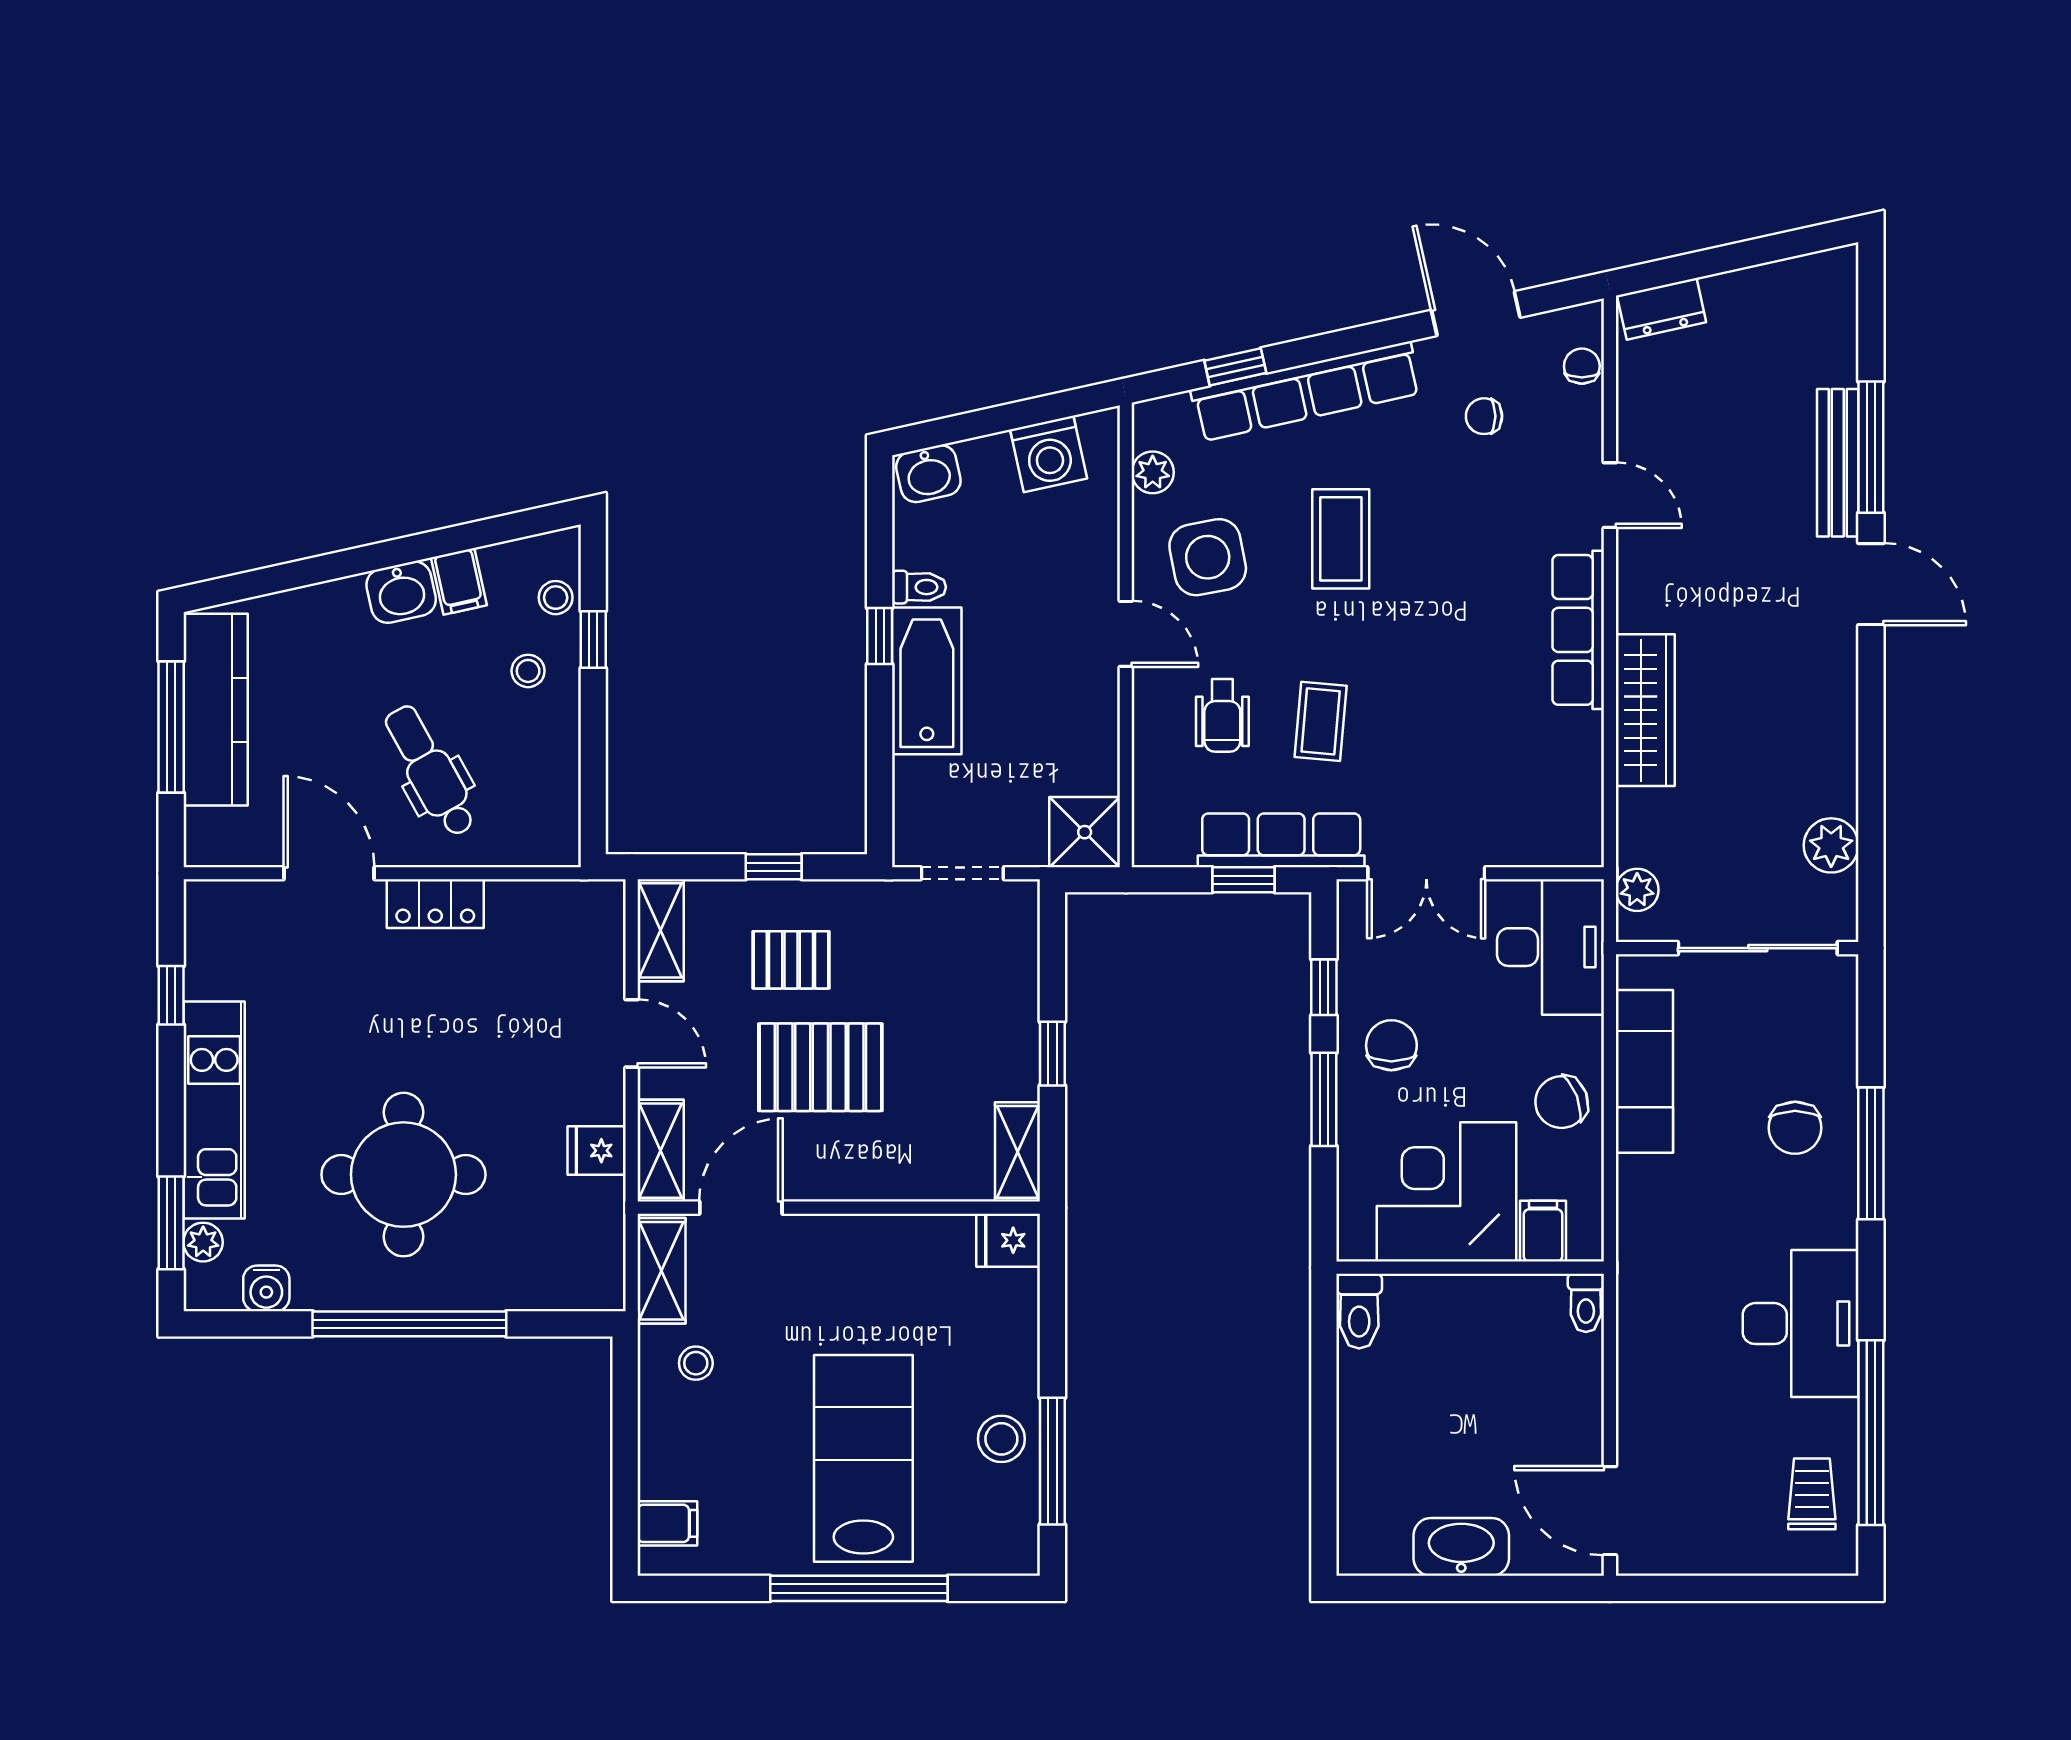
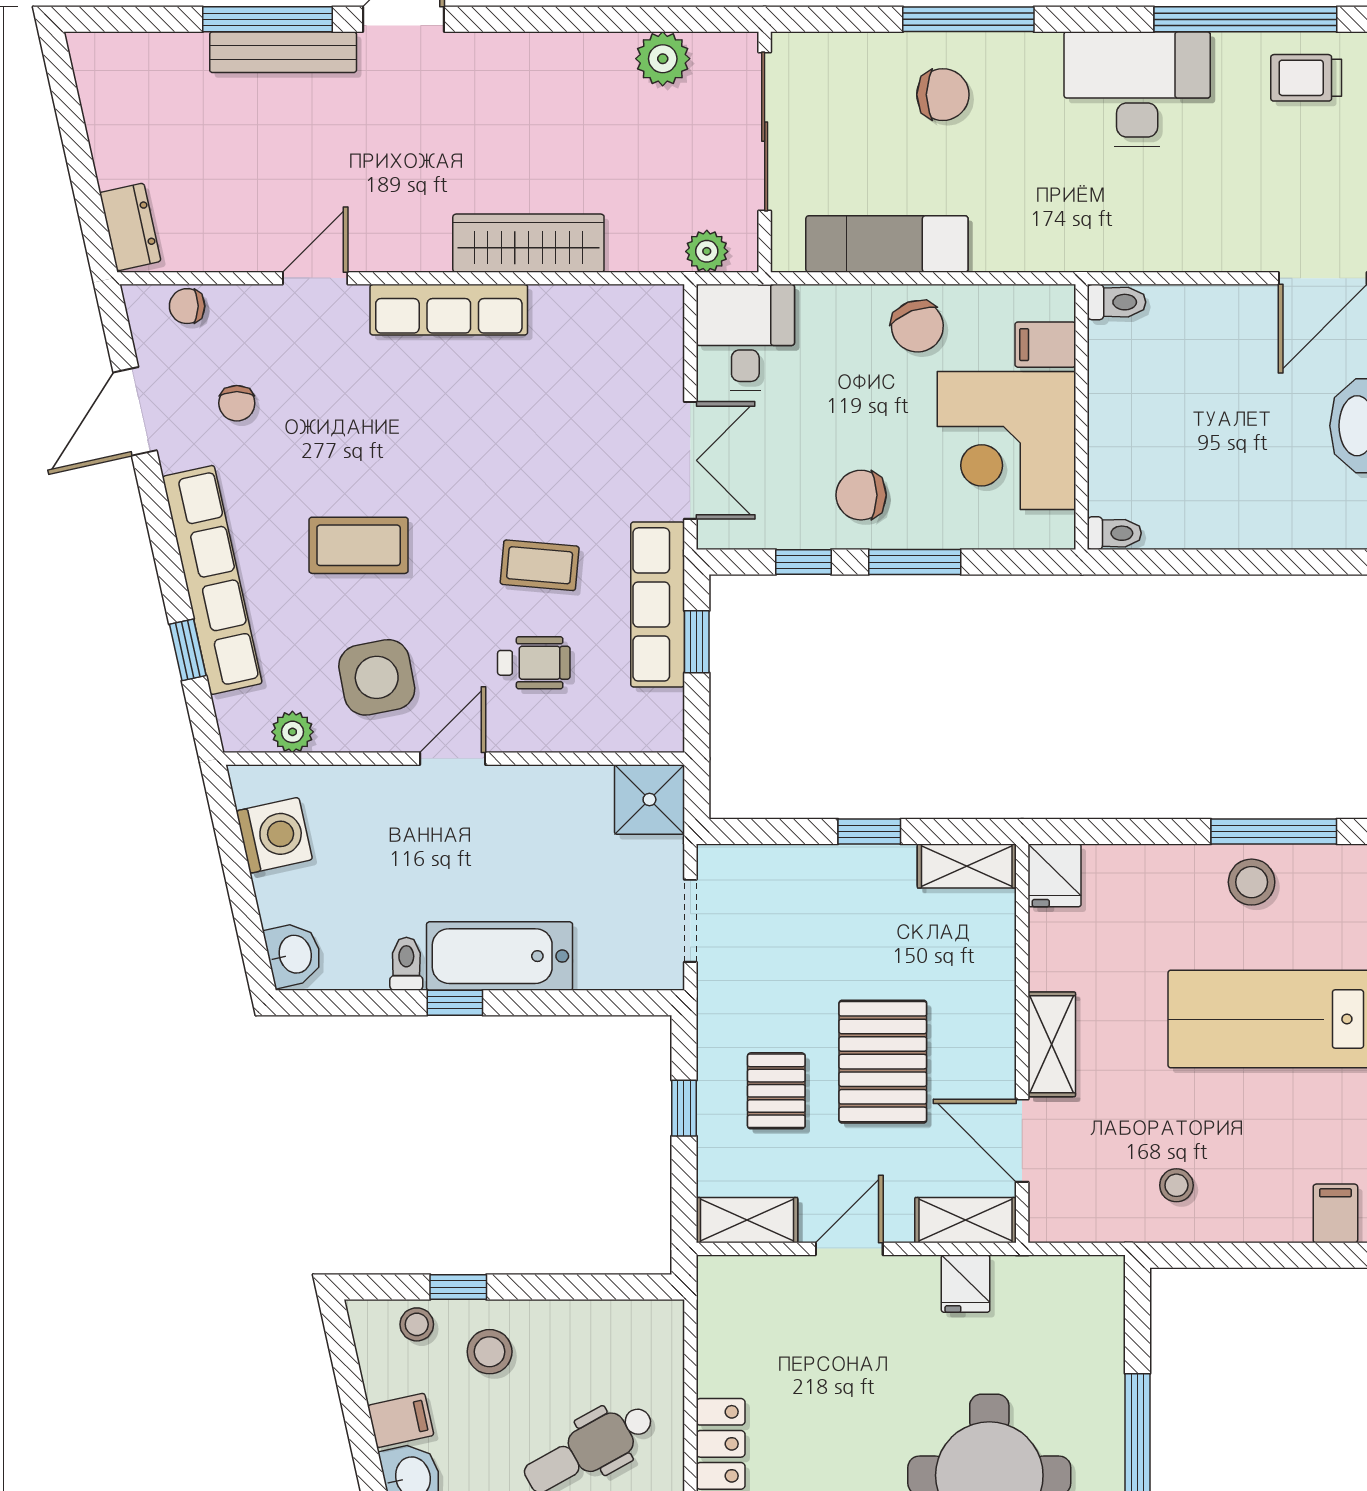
stool: (528, 671) -> (490, 1352), width x1.37, depth x1.37
desk: (1551, 947) -> (745, 337), width x0.73
shelving: (661, 1271) -> (1052, 1044), moved, turned 90
toilet: (1359, 1311) -> (1114, 533), width x0.73, depth x0.72

